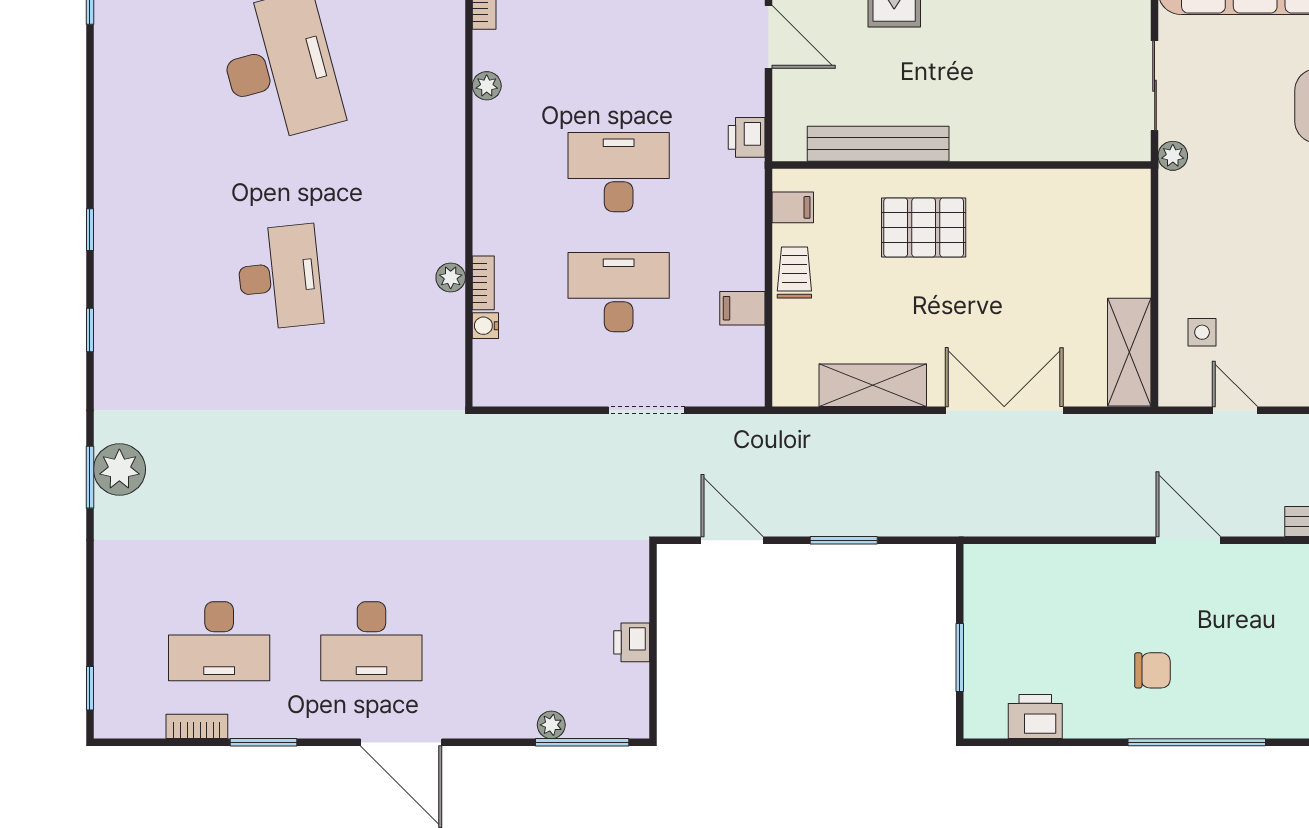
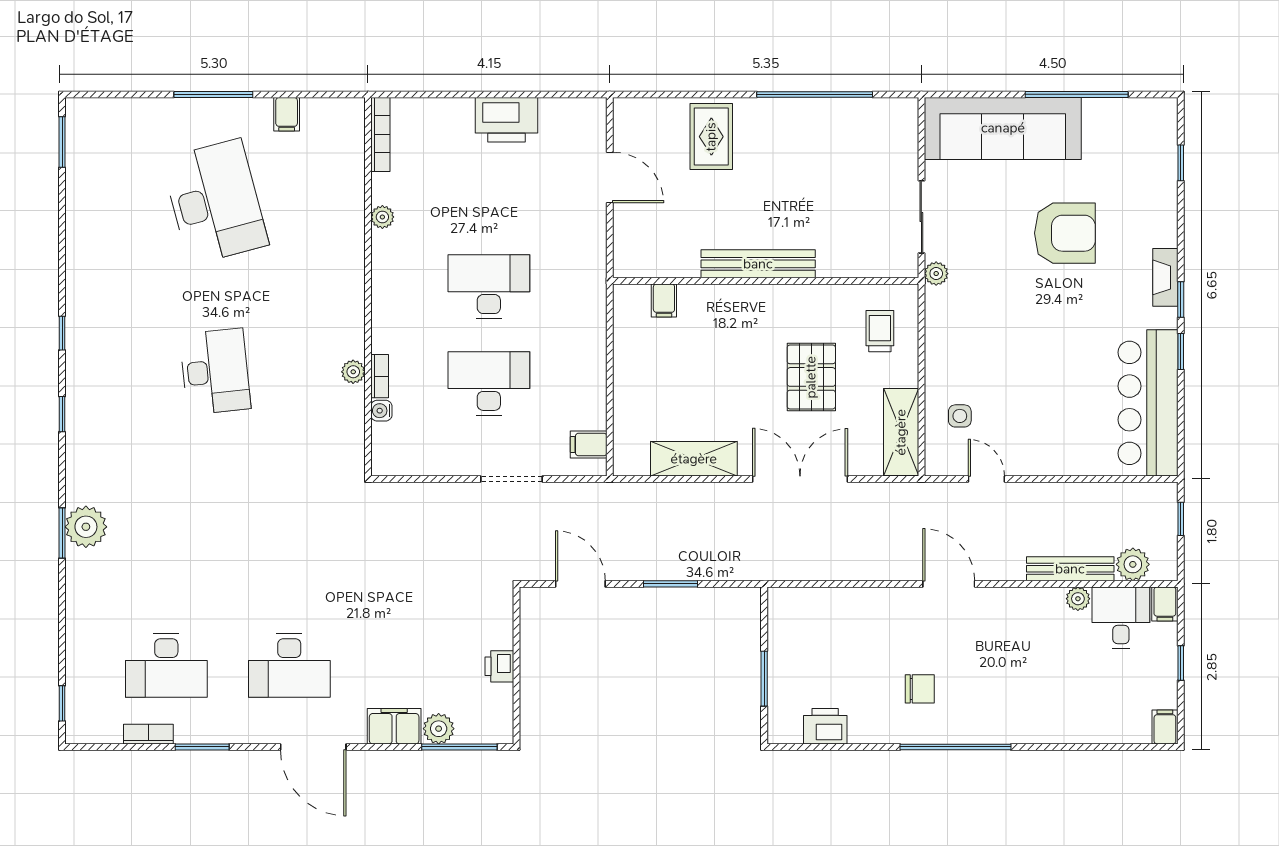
printer: (747, 137) -> (592, 259), removed
bench: (878, 144) -> (758, 264), moved
filing cabinet: (793, 207) -> (664, 300), moved, turned 90
pallet: (924, 228) -> (811, 377), moved, turned 90
trolley: (794, 273) -> (880, 331), moved
filing cabinet: (742, 308) -> (589, 445), moved
filing cabinet: (501, 717) -> (394, 726), added
plant: (551, 725) -> (439, 729), width x1.38, depth x1.38

